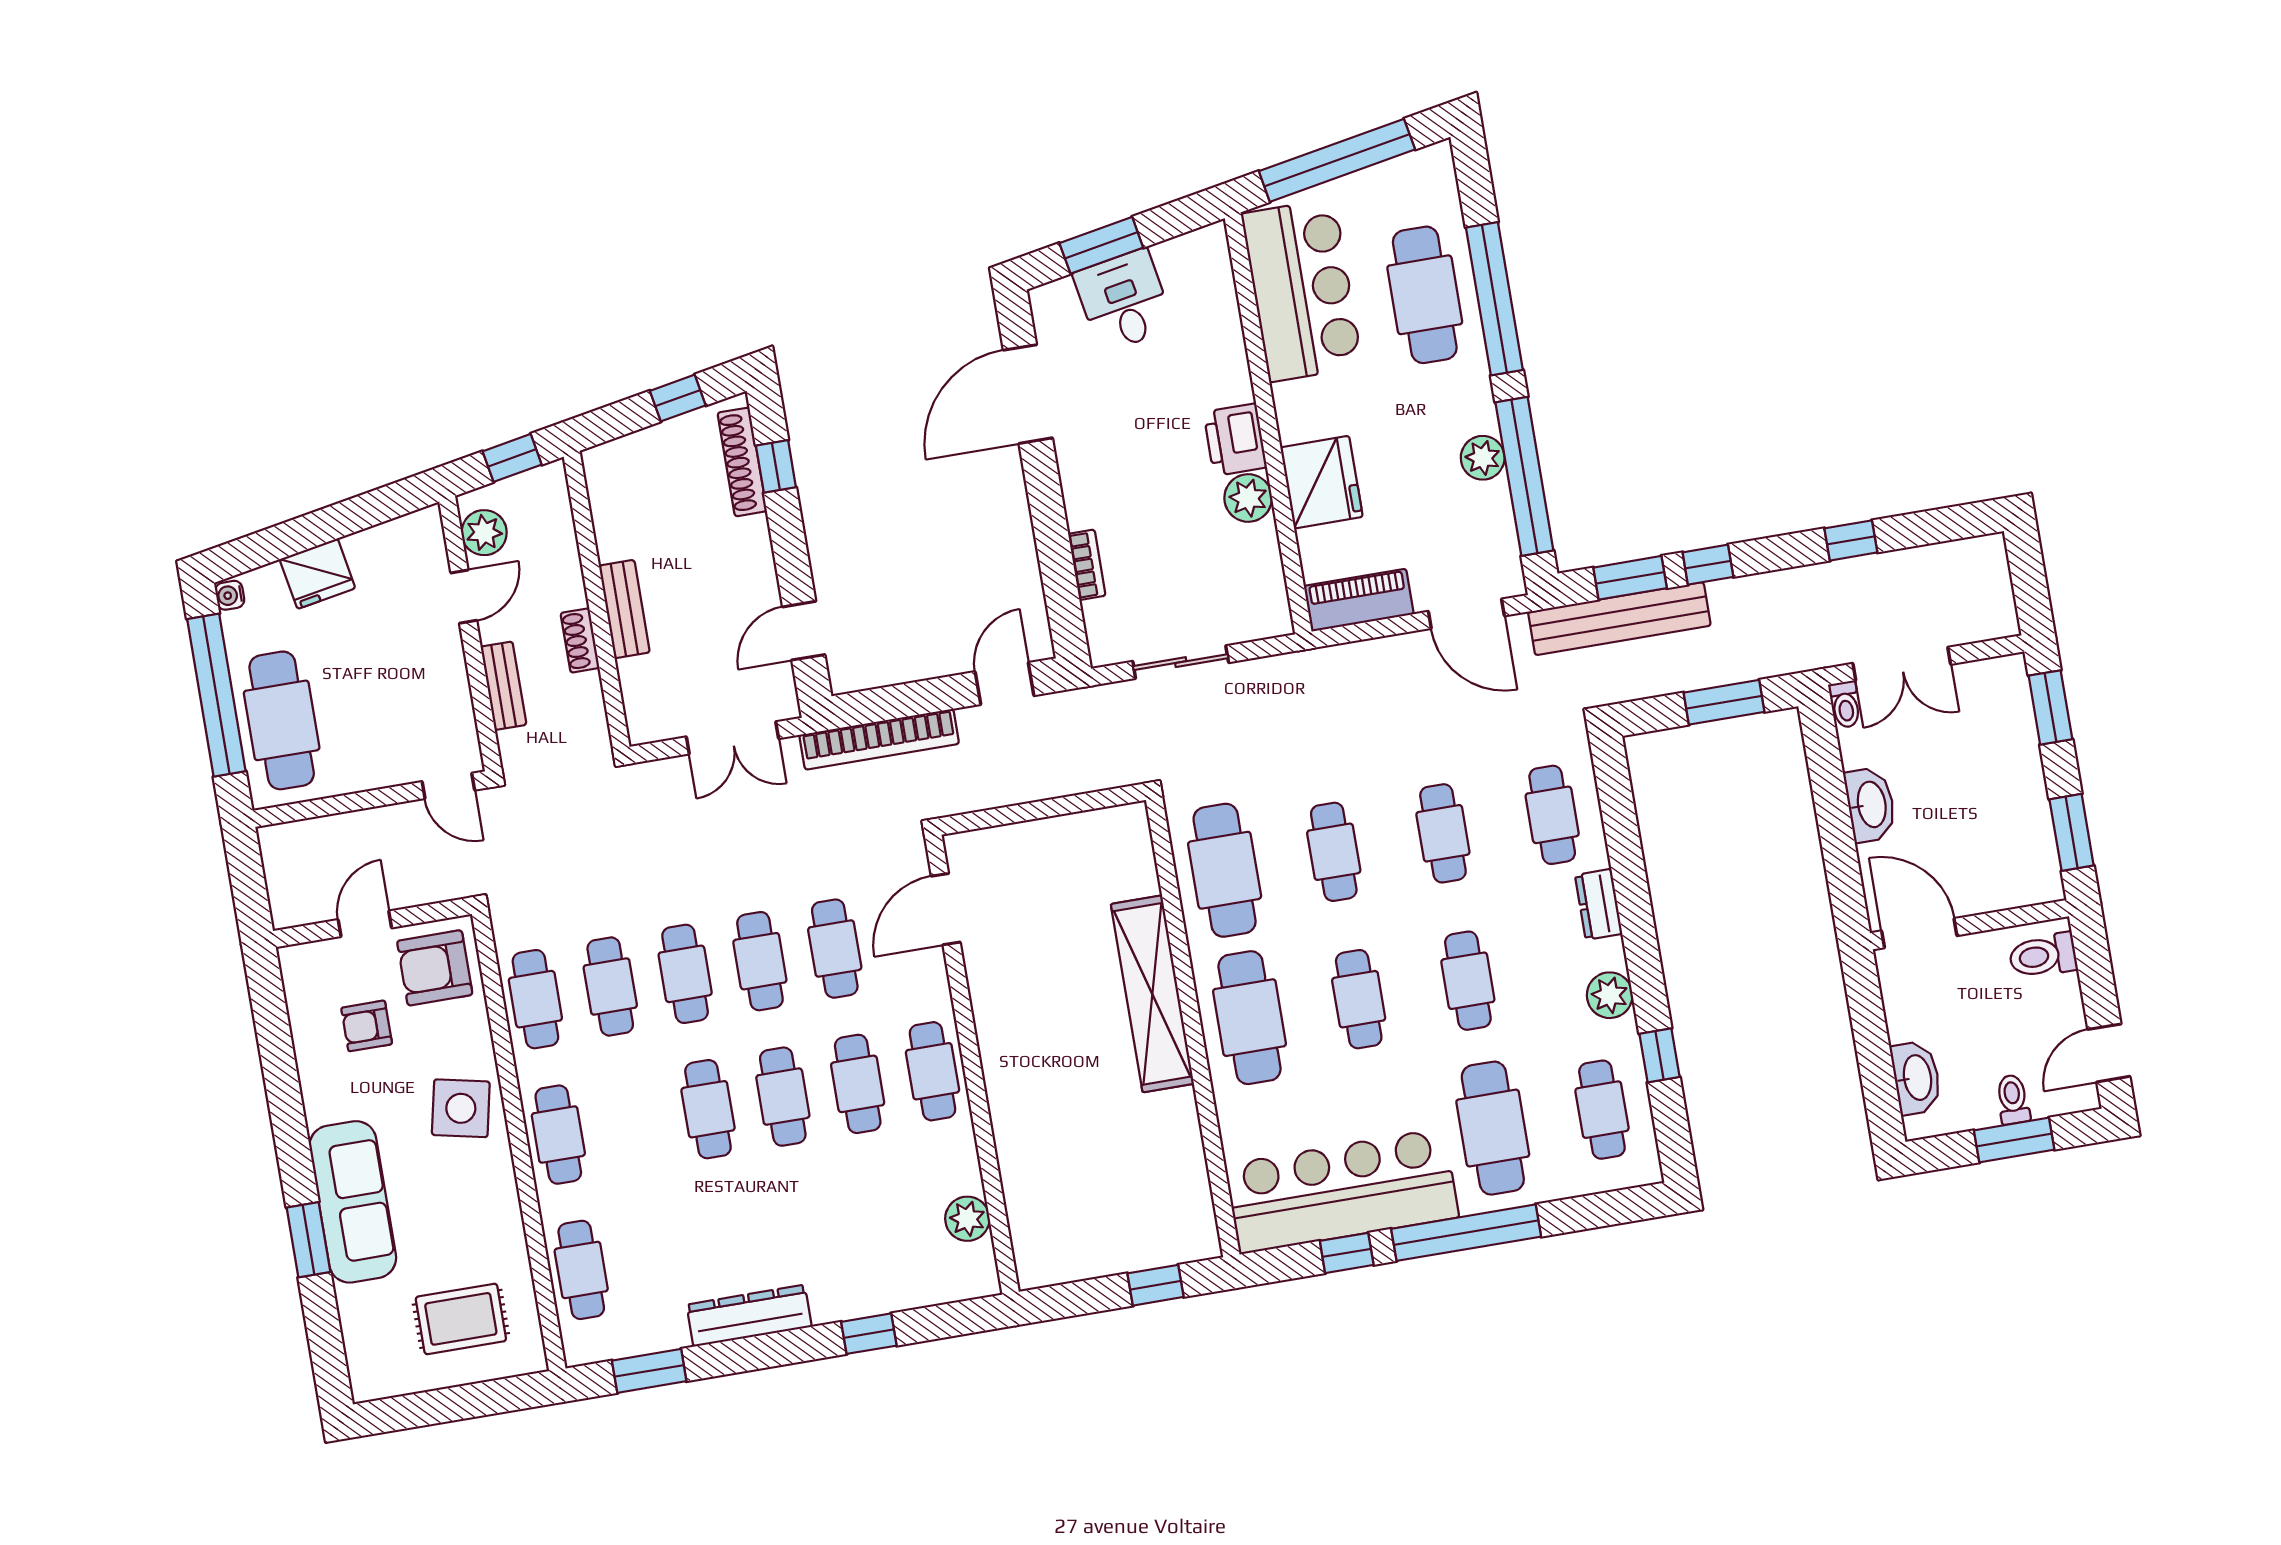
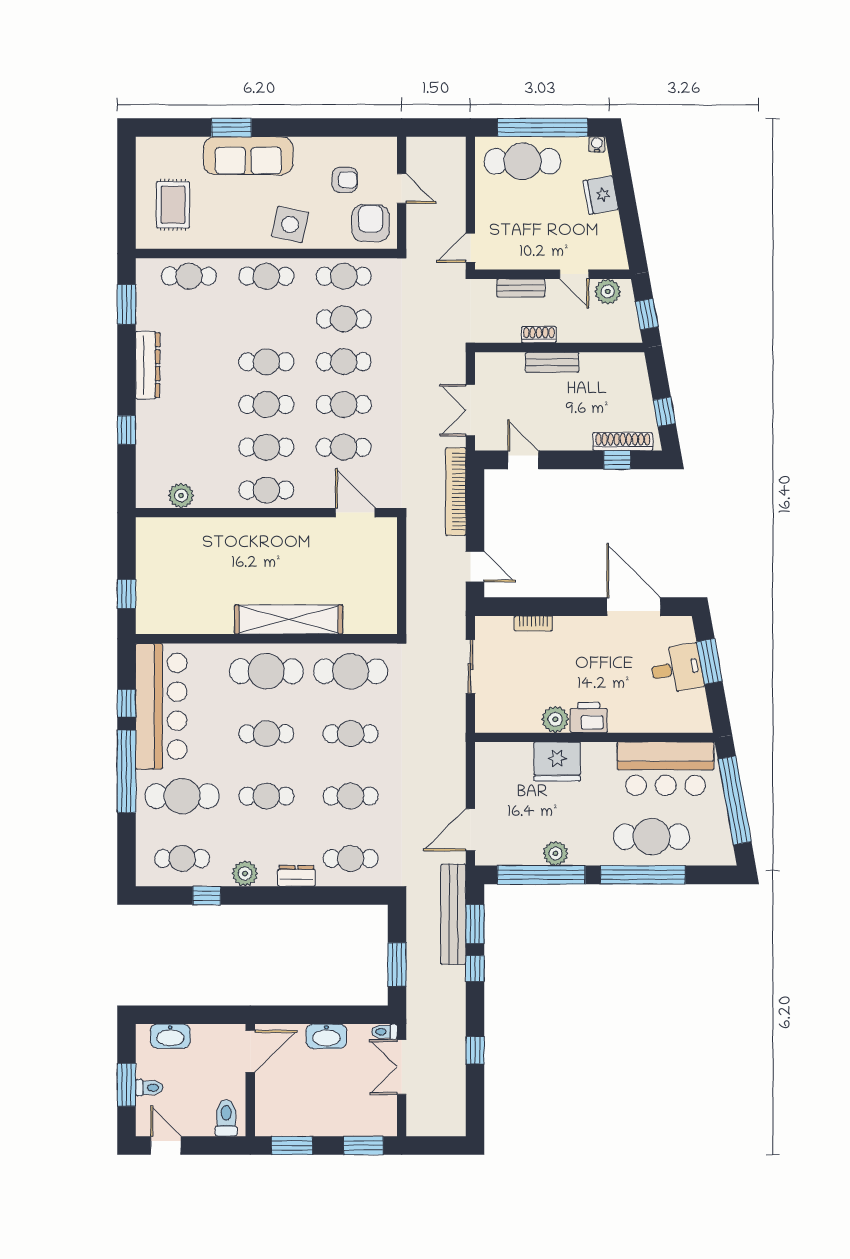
piano: (1359, 600) -> (488, 771), removed
armchair: (367, 1026) -> (345, 180), turned 90

